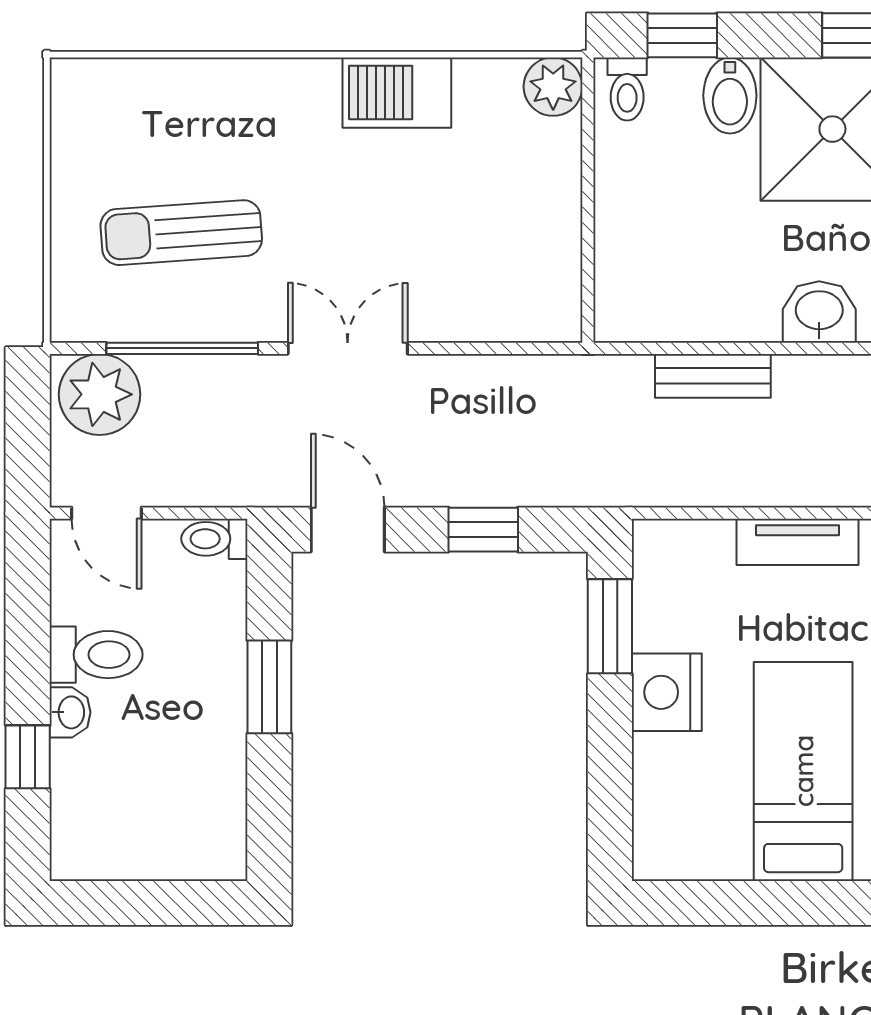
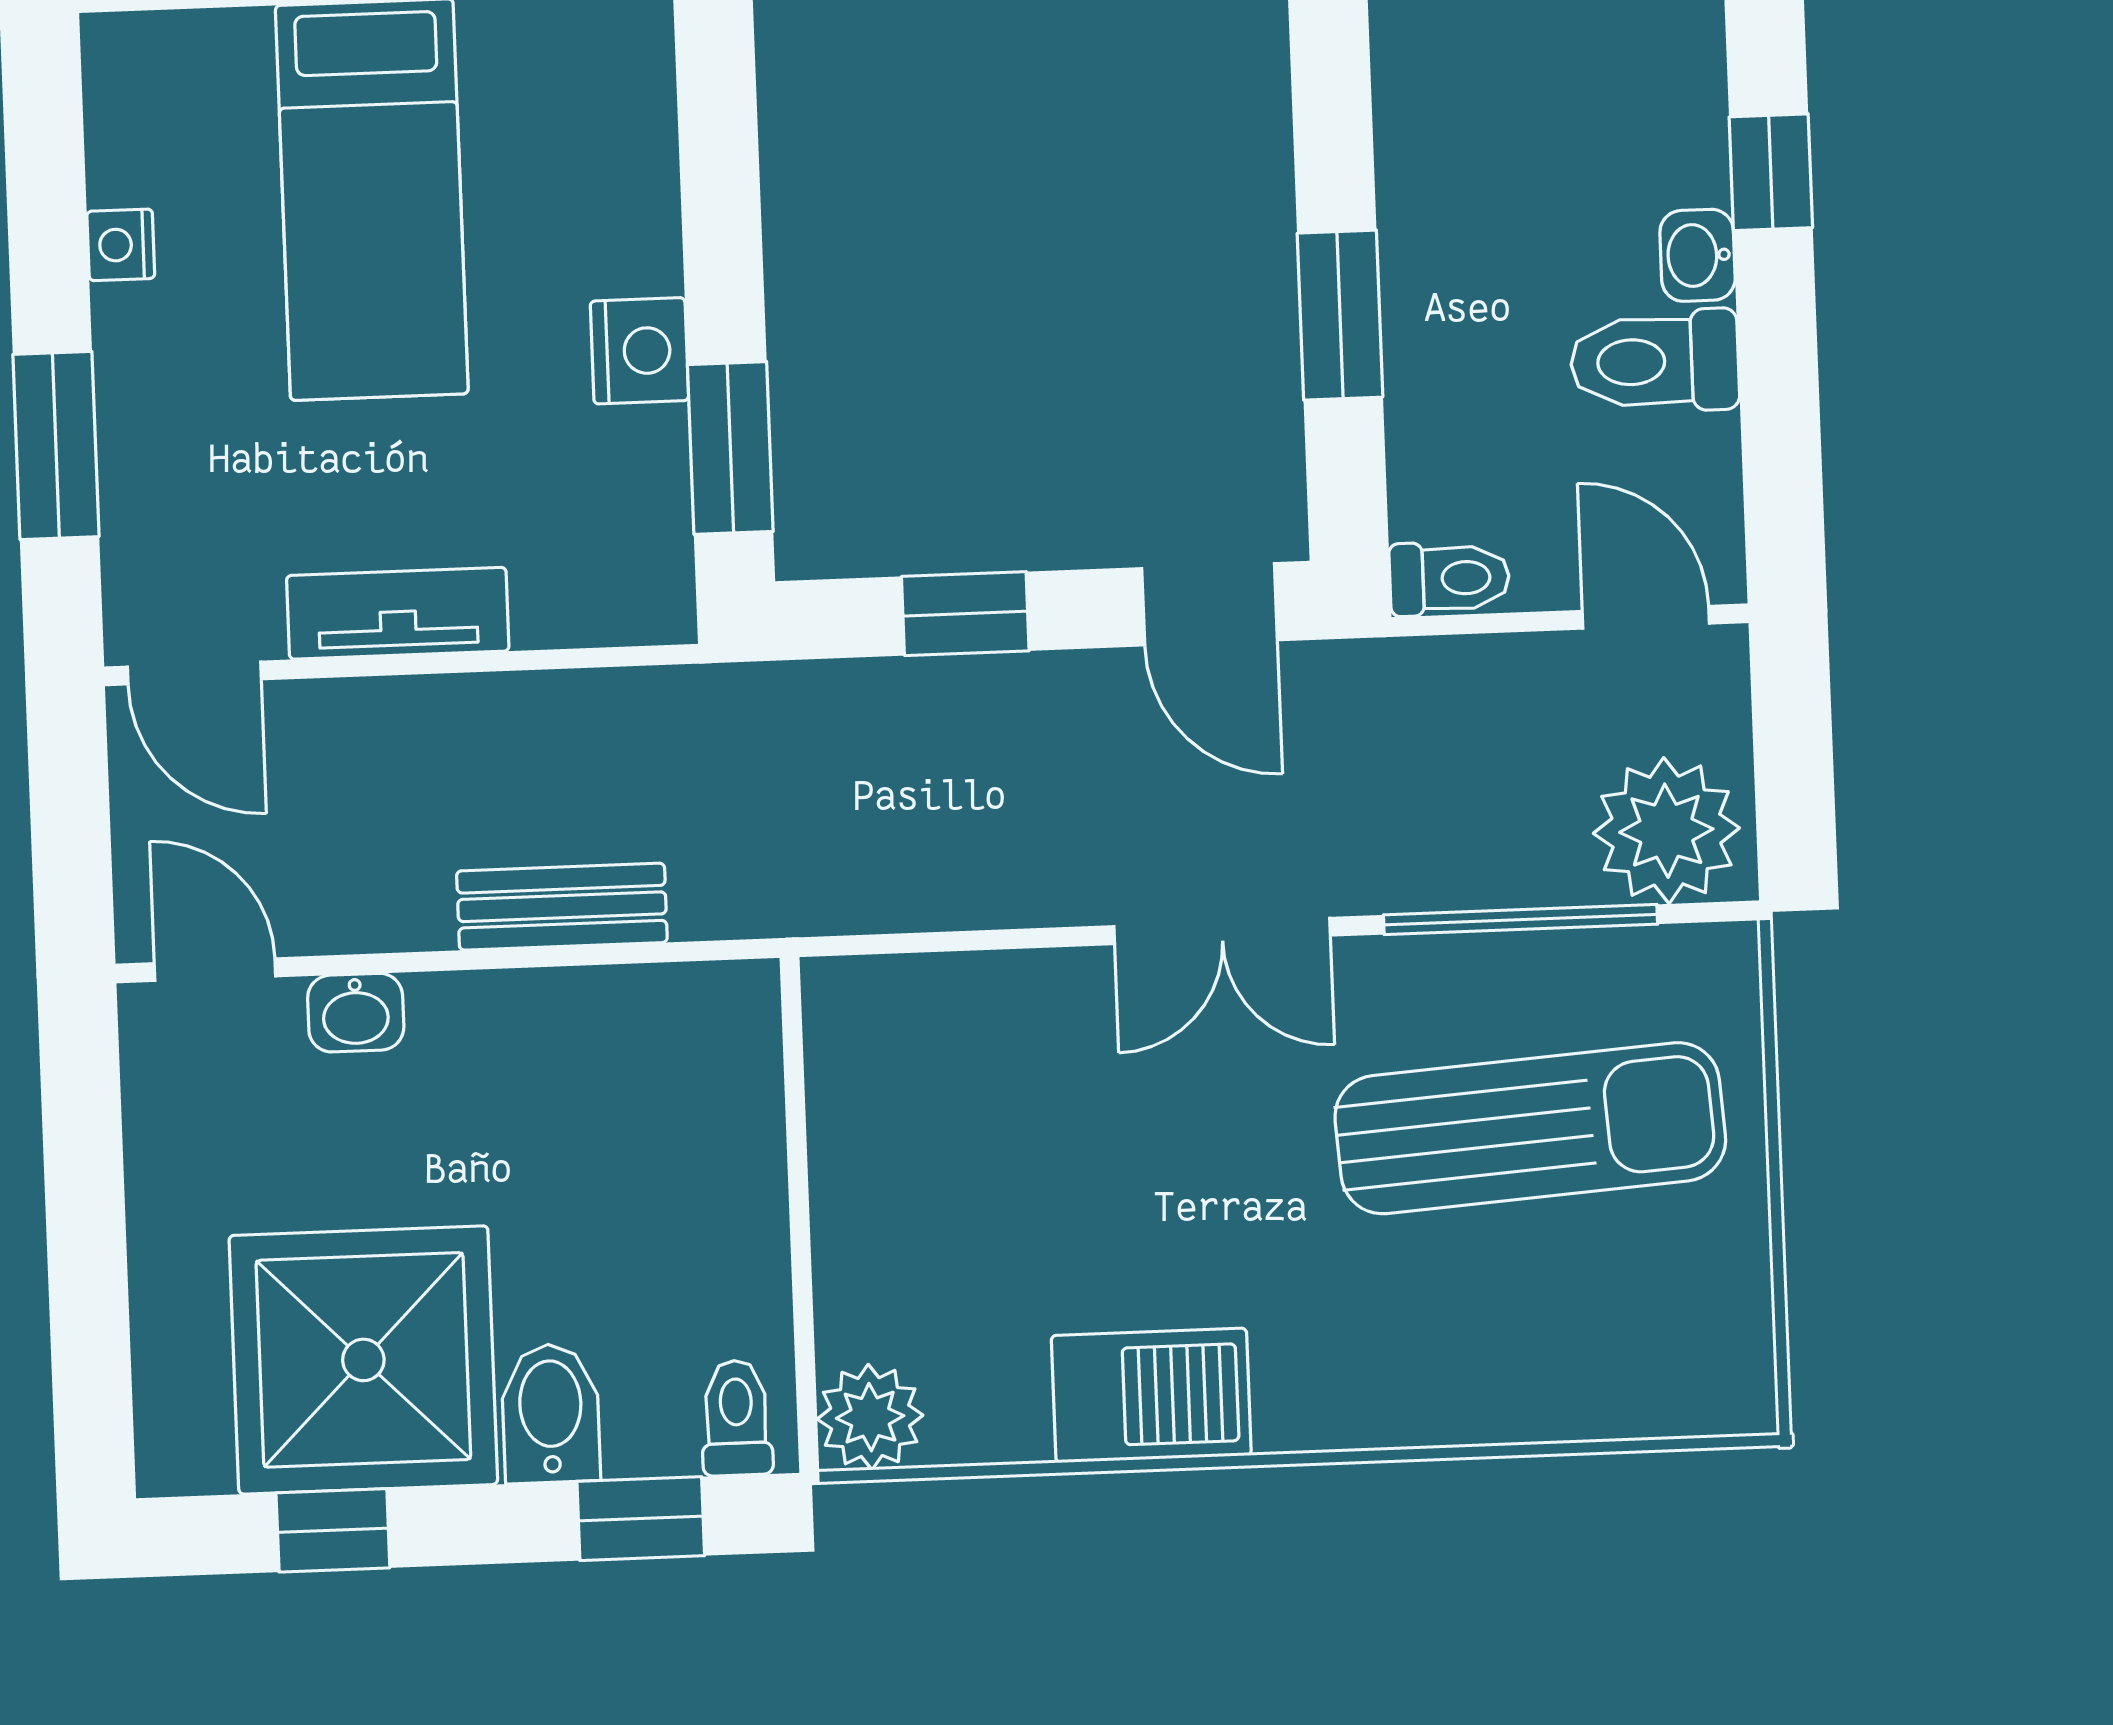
sun lounger: (181, 233) -> (1530, 1128), width x1.36, depth x1.34
washbasin: (819, 312) -> (356, 1013), width x0.72, depth x0.69
nightstand: (667, 692) -> (639, 351), width x0.74, depth x0.75

